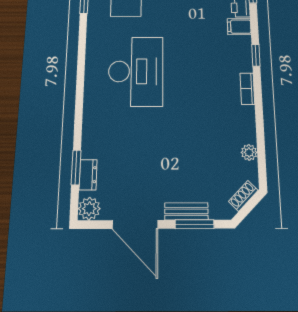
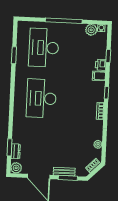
desk: (136, 71) -> (41, 98), turned 180

